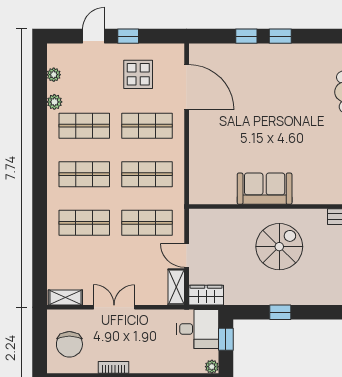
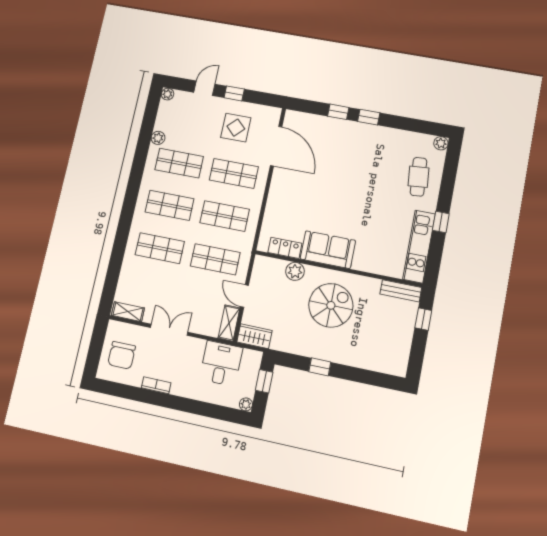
plant: (54, 75) -> (168, 94), moved
locker: (219, 196) -> (285, 248), added
plant: (235, 219) -> (295, 271), added
desk: (198, 329) -> (221, 363), moved, turned -90

